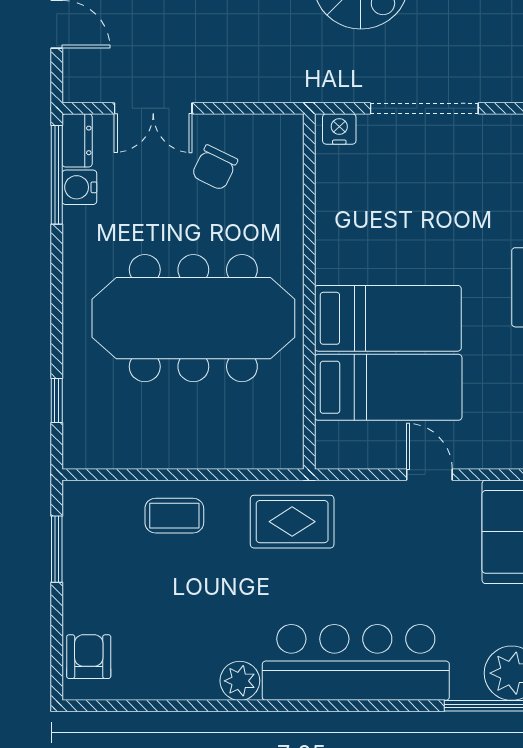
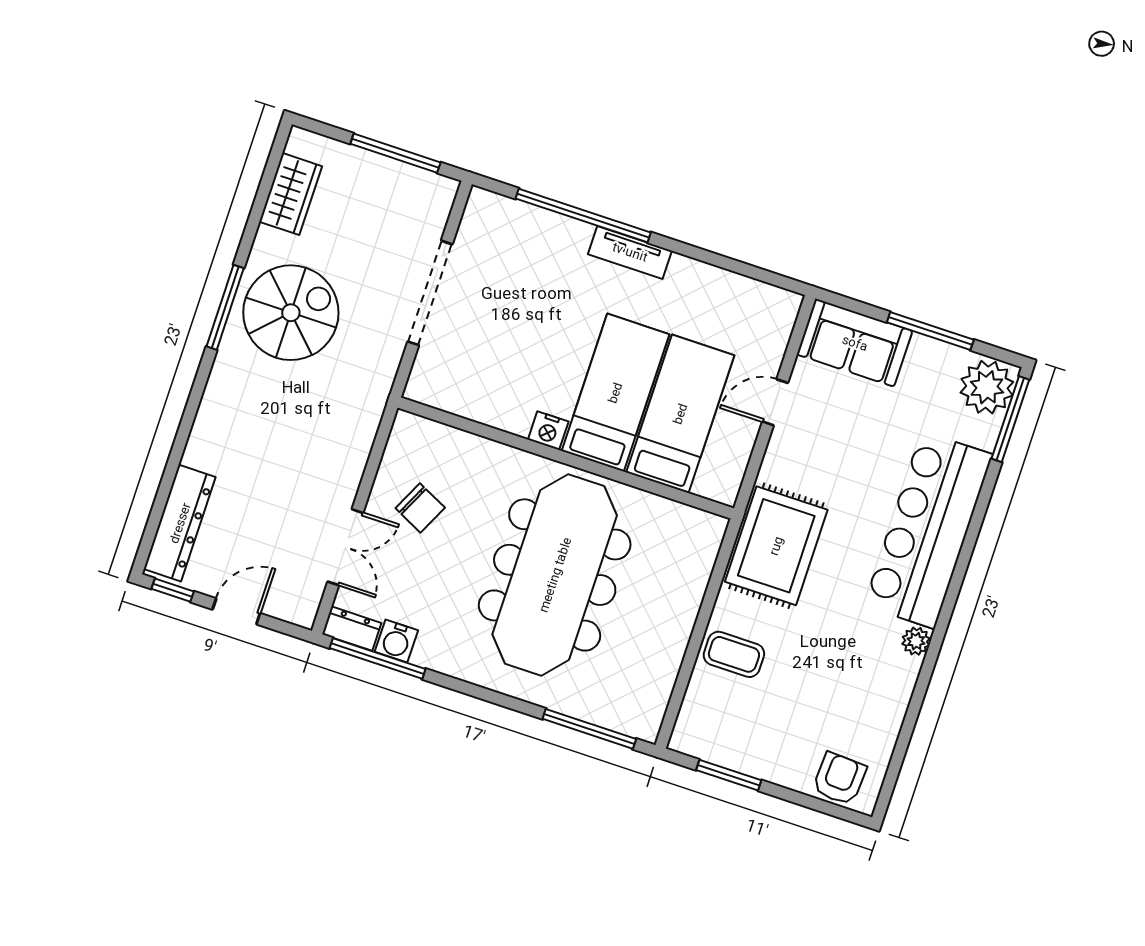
nightstand: (339, 129) -> (548, 431), moved, turned -90
window: (57, 400) -> (589, 729), width x2.17
coffee table: (174, 516) -> (734, 654), turned 90
rug: (292, 522) -> (776, 546), width x1.36, depth x1.43
armchair: (89, 657) -> (839, 779), turned 93
plant: (240, 681) -> (916, 641), width x0.73, depth x0.73

